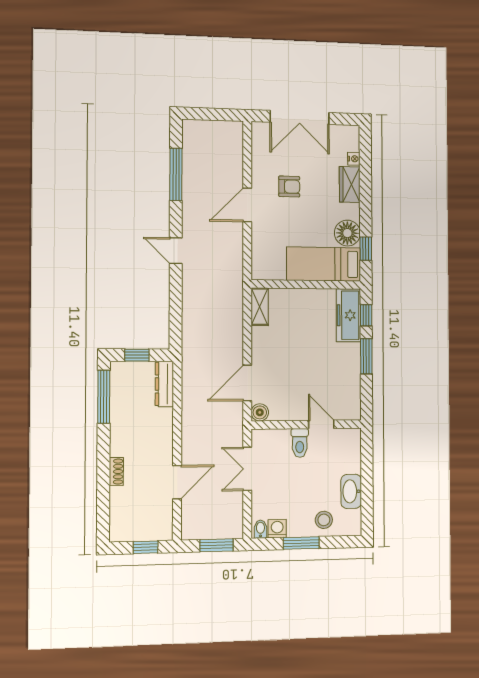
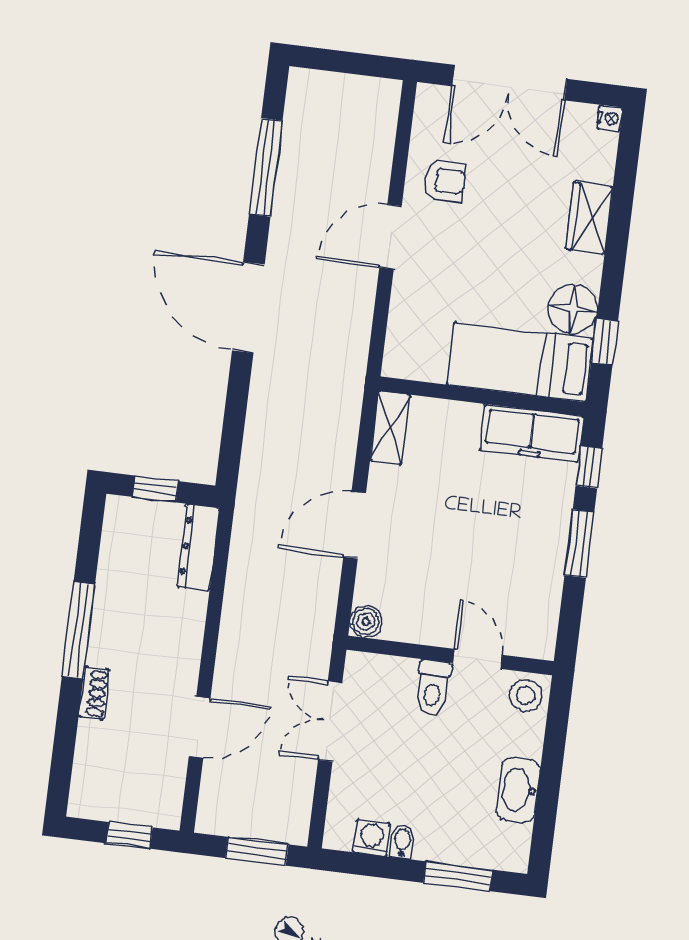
nightstand: (354, 159) -> (610, 118), moved
armchair: (289, 187) -> (445, 181), moved
door: (176, 251) -> (248, 307), width x1.88
freezer: (348, 315) -> (532, 433), moved, turned -90
door: (247, 383) -> (355, 525), moved
window: (104, 397) -> (78, 631), moved
stool: (324, 520) -> (526, 695), moved
bidet: (260, 529) -> (402, 842), moved
window: (301, 543) -> (458, 876), moved

